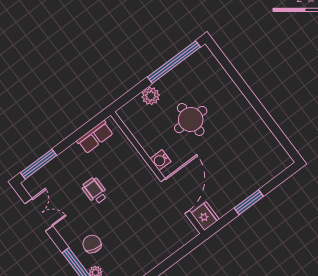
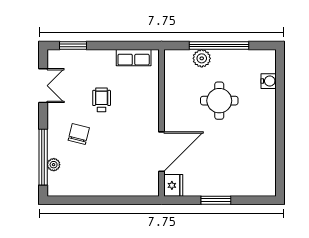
window: (174, 62) -> (219, 45), moved
water cooler: (160, 160) -> (269, 81), moved, turned 180
window: (39, 164) -> (73, 45), width x0.69
chair: (92, 244) -> (79, 134), moved

